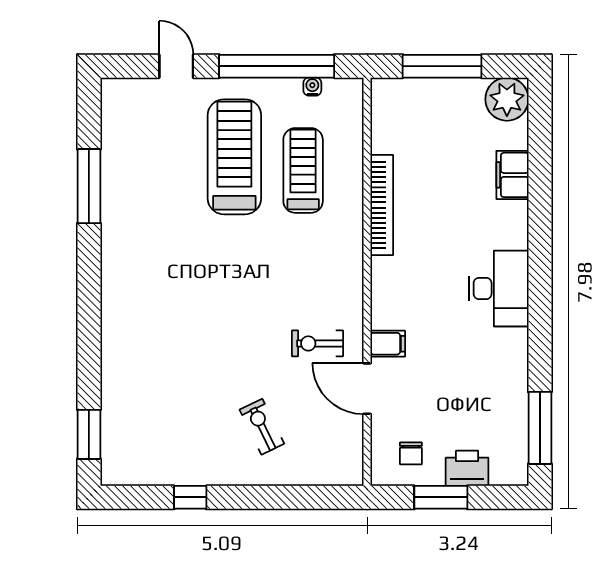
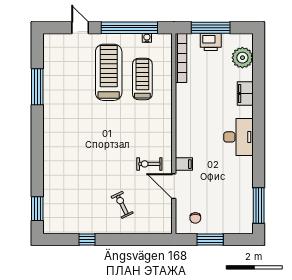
plant: (507, 99) -> (242, 58), moved
filing cabinet: (512, 175) -> (245, 93), moved
bookcase: (382, 205) -> (181, 58), moved
printer: (467, 468) -> (211, 42), moved, turned 180

